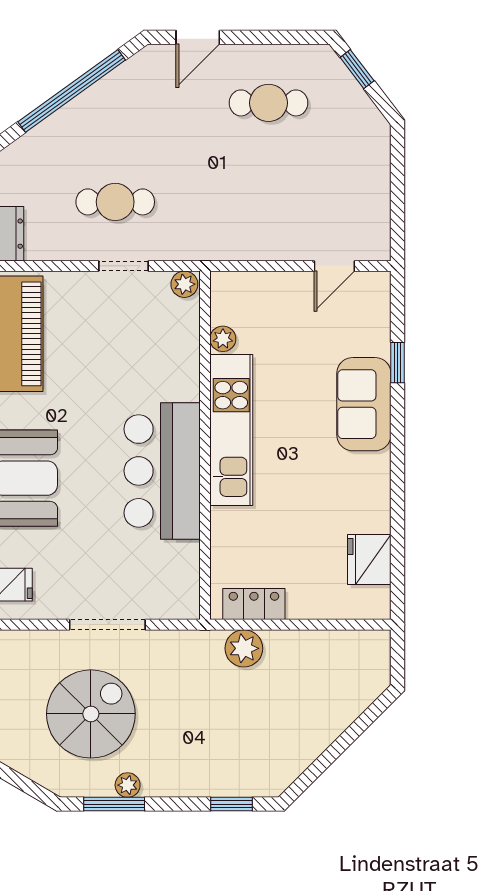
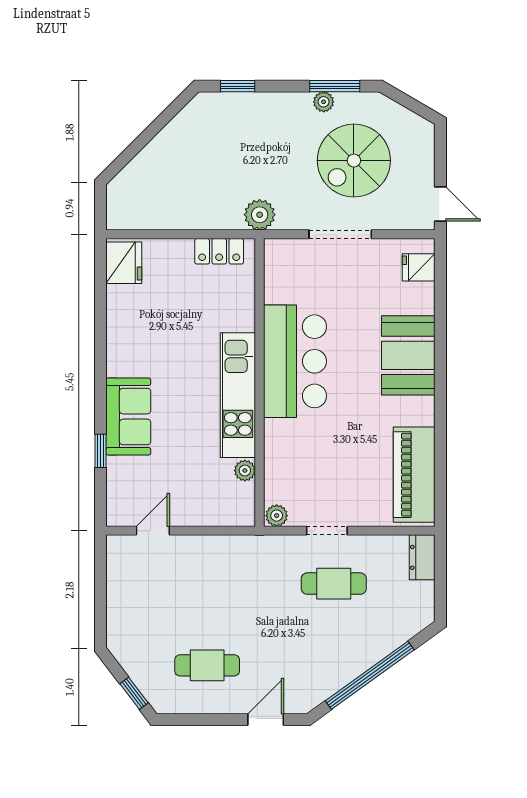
fridge: (369, 560) -> (124, 263), moved
plant: (244, 648) -> (260, 215), moved

